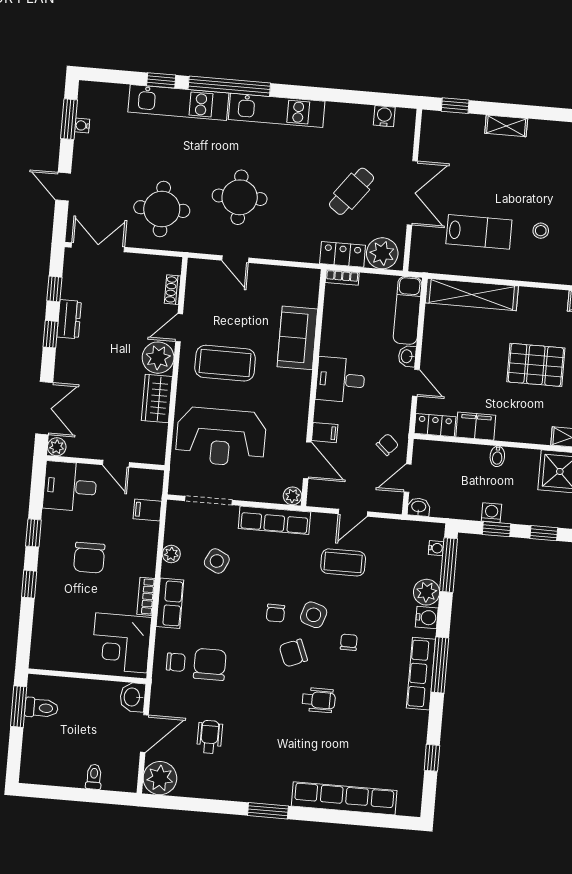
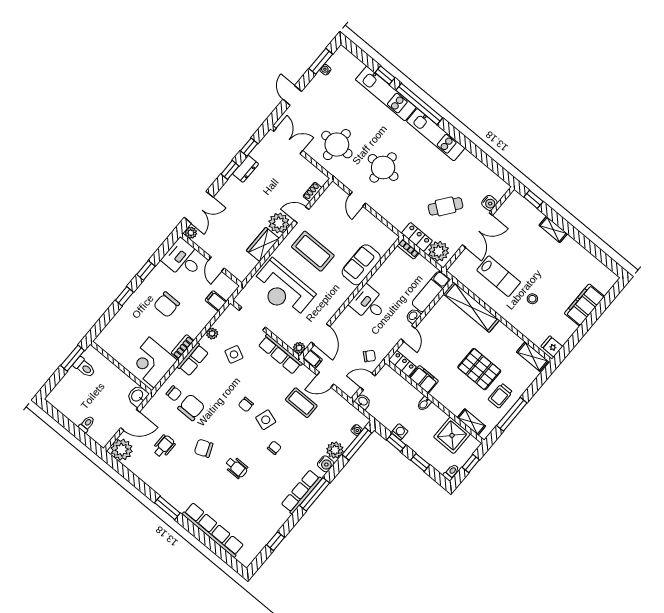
water cooler: (384, 116) -> (489, 203), moved, turned 90
filing cabinet: (325, 433) -> (313, 359), moved
chair: (293, 653) -> (204, 448), moved

